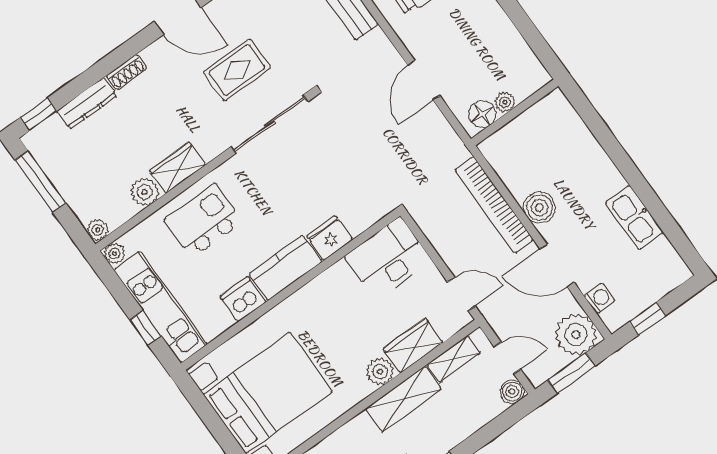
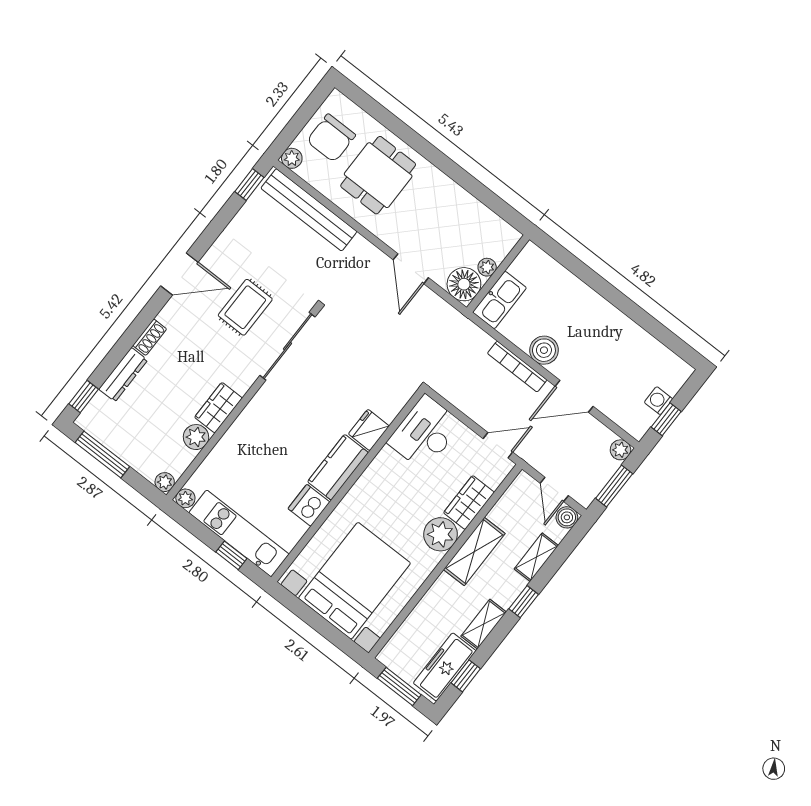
floor lamp: (482, 114) -> (464, 284), width x1.38, depth x1.38
bookcase: (494, 205) -> (517, 367), width x0.68, depth x0.76
kitchen sink: (634, 218) -> (500, 300), moved, turned -90
kitchen island: (204, 221) -> (255, 447), removed
washing machine: (599, 298) -> (659, 401), moved, turned -90
plant: (576, 334) -> (620, 450), width x0.53, depth x0.53
door: (507, 358) -> (554, 489), swing flipped
shelving: (454, 359) -> (536, 557), moved
plant: (380, 372) -> (440, 534), width x1.36, depth x1.36

